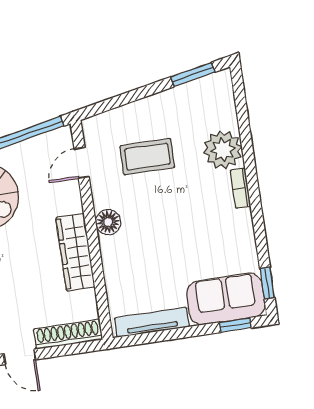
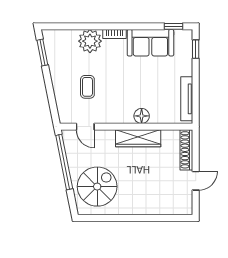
coffee table: (147, 157) -> (87, 87), width x0.73, depth x0.77
floor lamp: (108, 222) -> (142, 116), moved
sofa: (226, 299) -> (150, 43), moved, turned -90

